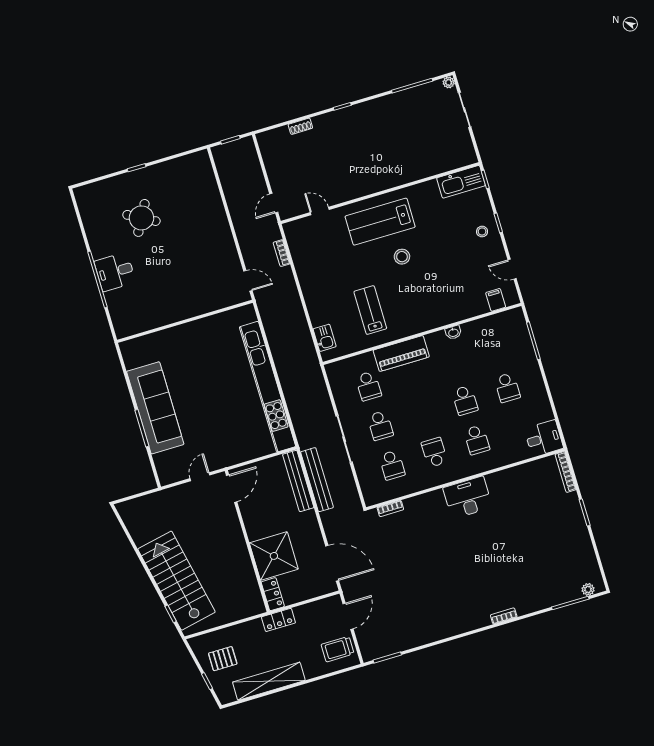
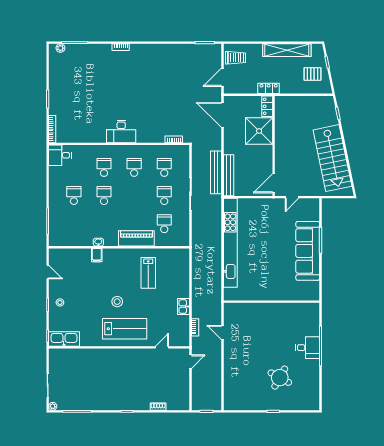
door: (320, 211) -> (162, 347), swing flipped
door: (248, 281) -> (222, 332), moved
filing cabinet: (496, 300) -> (97, 255), moved
kitchen sink: (325, 338) -> (183, 307), moved
school desk: (434, 452) -> (134, 167), turned 180
stairs: (177, 581) -> (332, 158), moved

